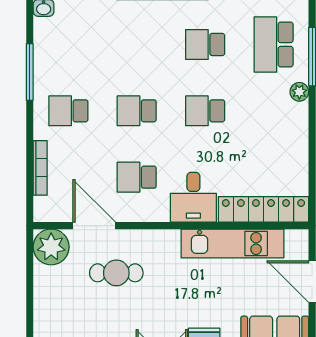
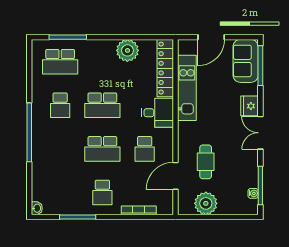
plant: (299, 92) -> (127, 50), moved, width x1.87, depth x1.87
school desk: (137, 111) -> (102, 149), width x1.85
school desk: (205, 111) -> (102, 105), width x1.85
plant: (51, 247) -> (206, 203), moved

